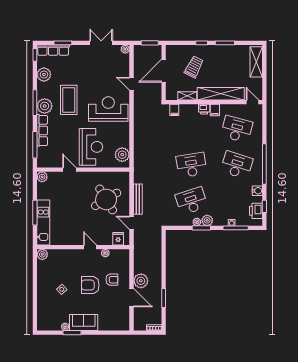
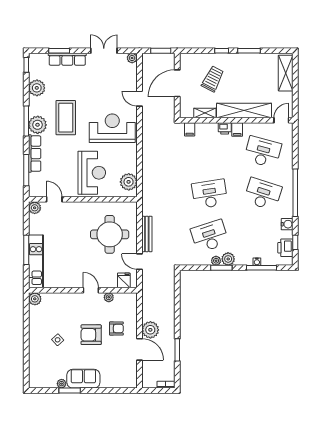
row of seats: (53, 50) -> (67, 59), moved
door: (253, 102) -> (281, 120), hinge flipped
door: (69, 170) -> (54, 199), moved
round table: (106, 199) -> (110, 234), turned 31

